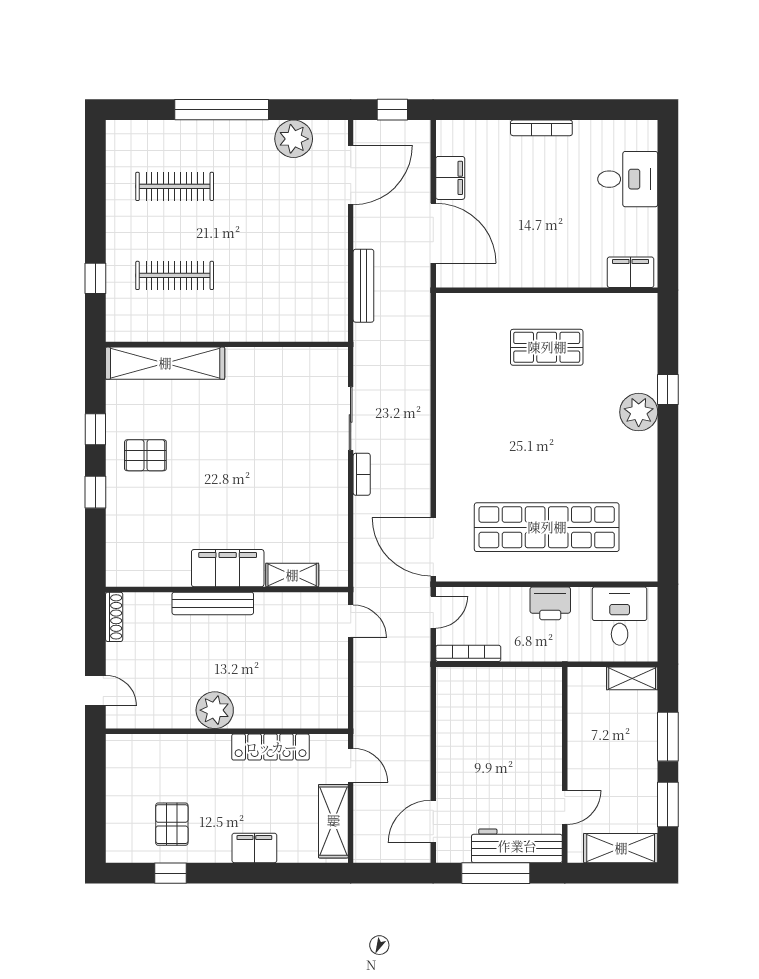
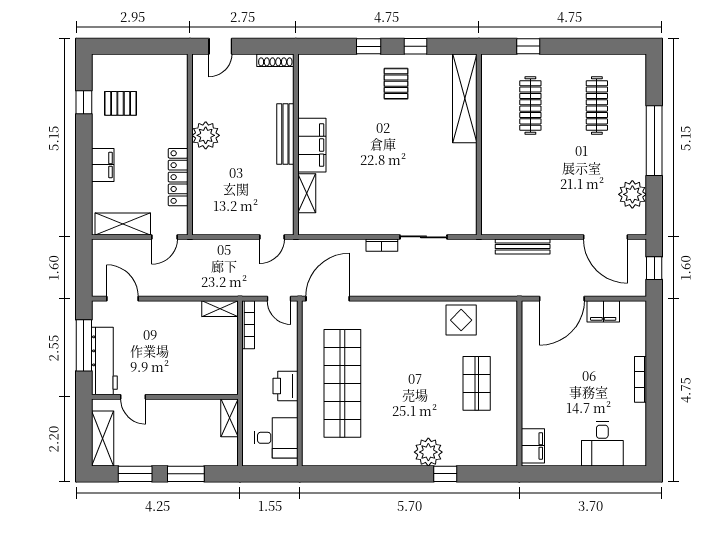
display table: (462, 368) -> (461, 320), added
shelving: (632, 678) -> (229, 418), moved
shelving: (447, 691) -> (220, 309), added

